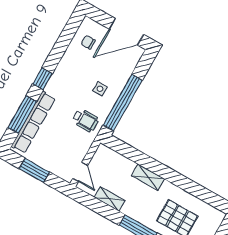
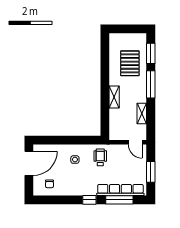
door: (126, 32) -> (29, 163), hinge flipped
window: (123, 103) -> (76, 140), removed
door: (80, 172) -> (135, 142), swing flipped

